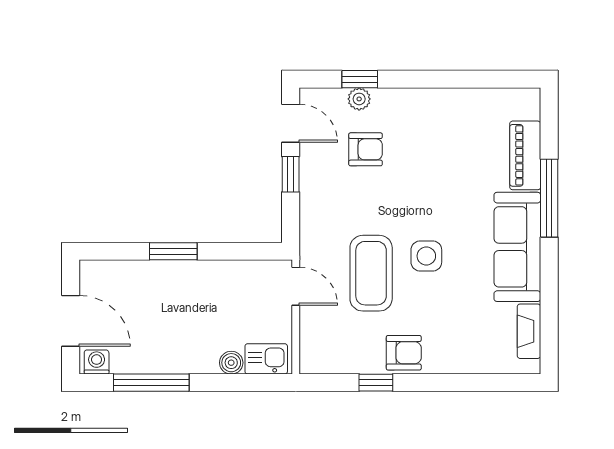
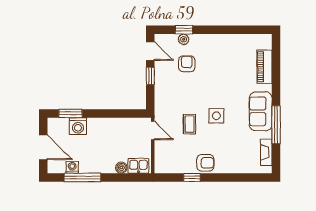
armchair: (366, 149) -> (187, 64), turned -90
window: (549, 198) -> (276, 125), moved
sofa: (517, 247) -> (261, 111), width x0.73
window: (173, 251) -> (71, 113), moved
coffee table: (371, 273) -> (189, 124), width x0.54, depth x0.58
washing machine: (142, 277) -> (78, 126), added
washing machine: (97, 362) -> (72, 167), moved

